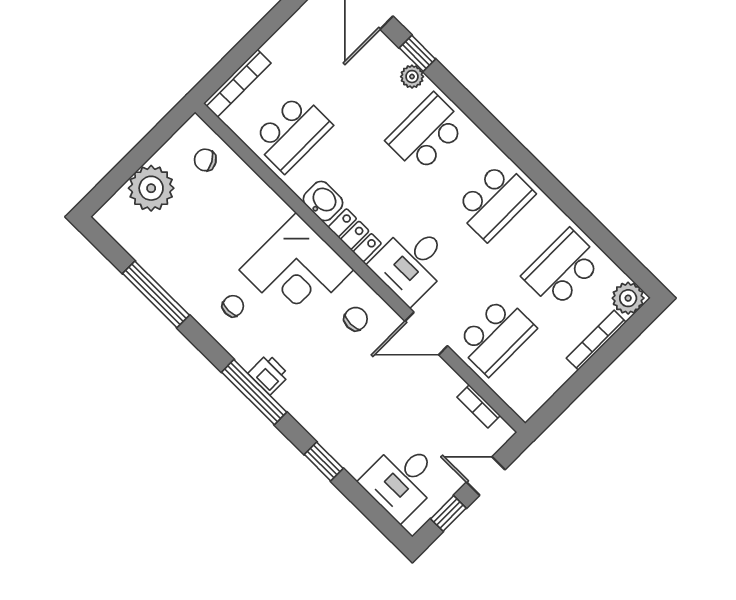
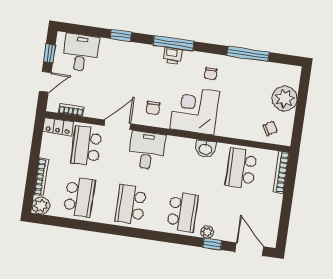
locker: (355, 235) -> (58, 127), moved

